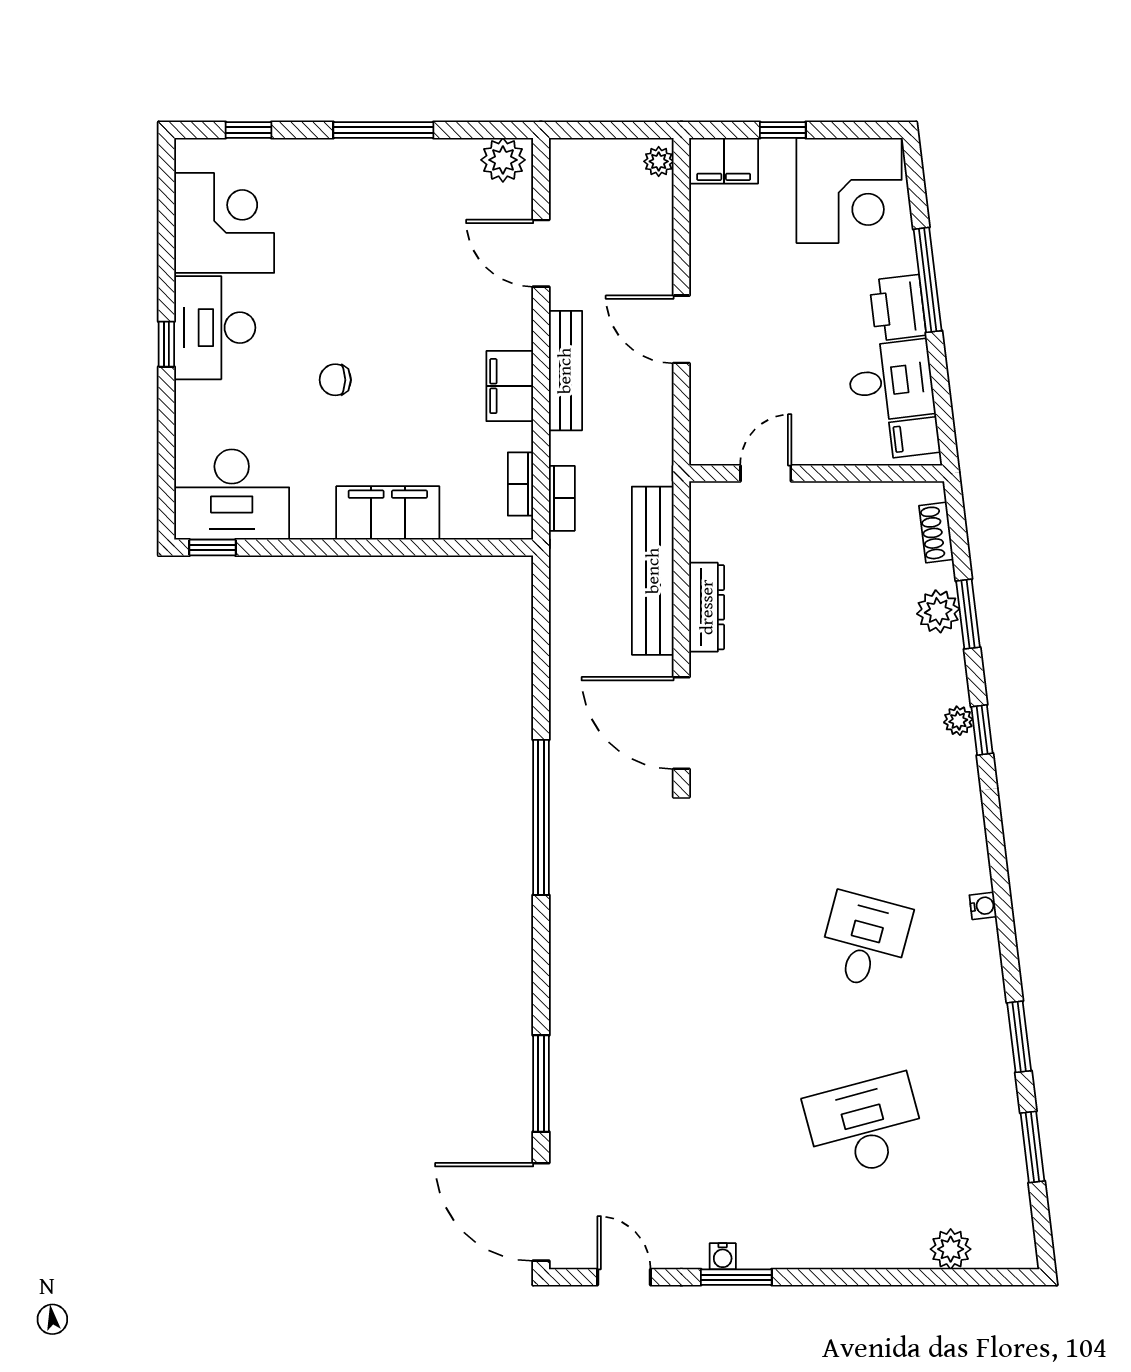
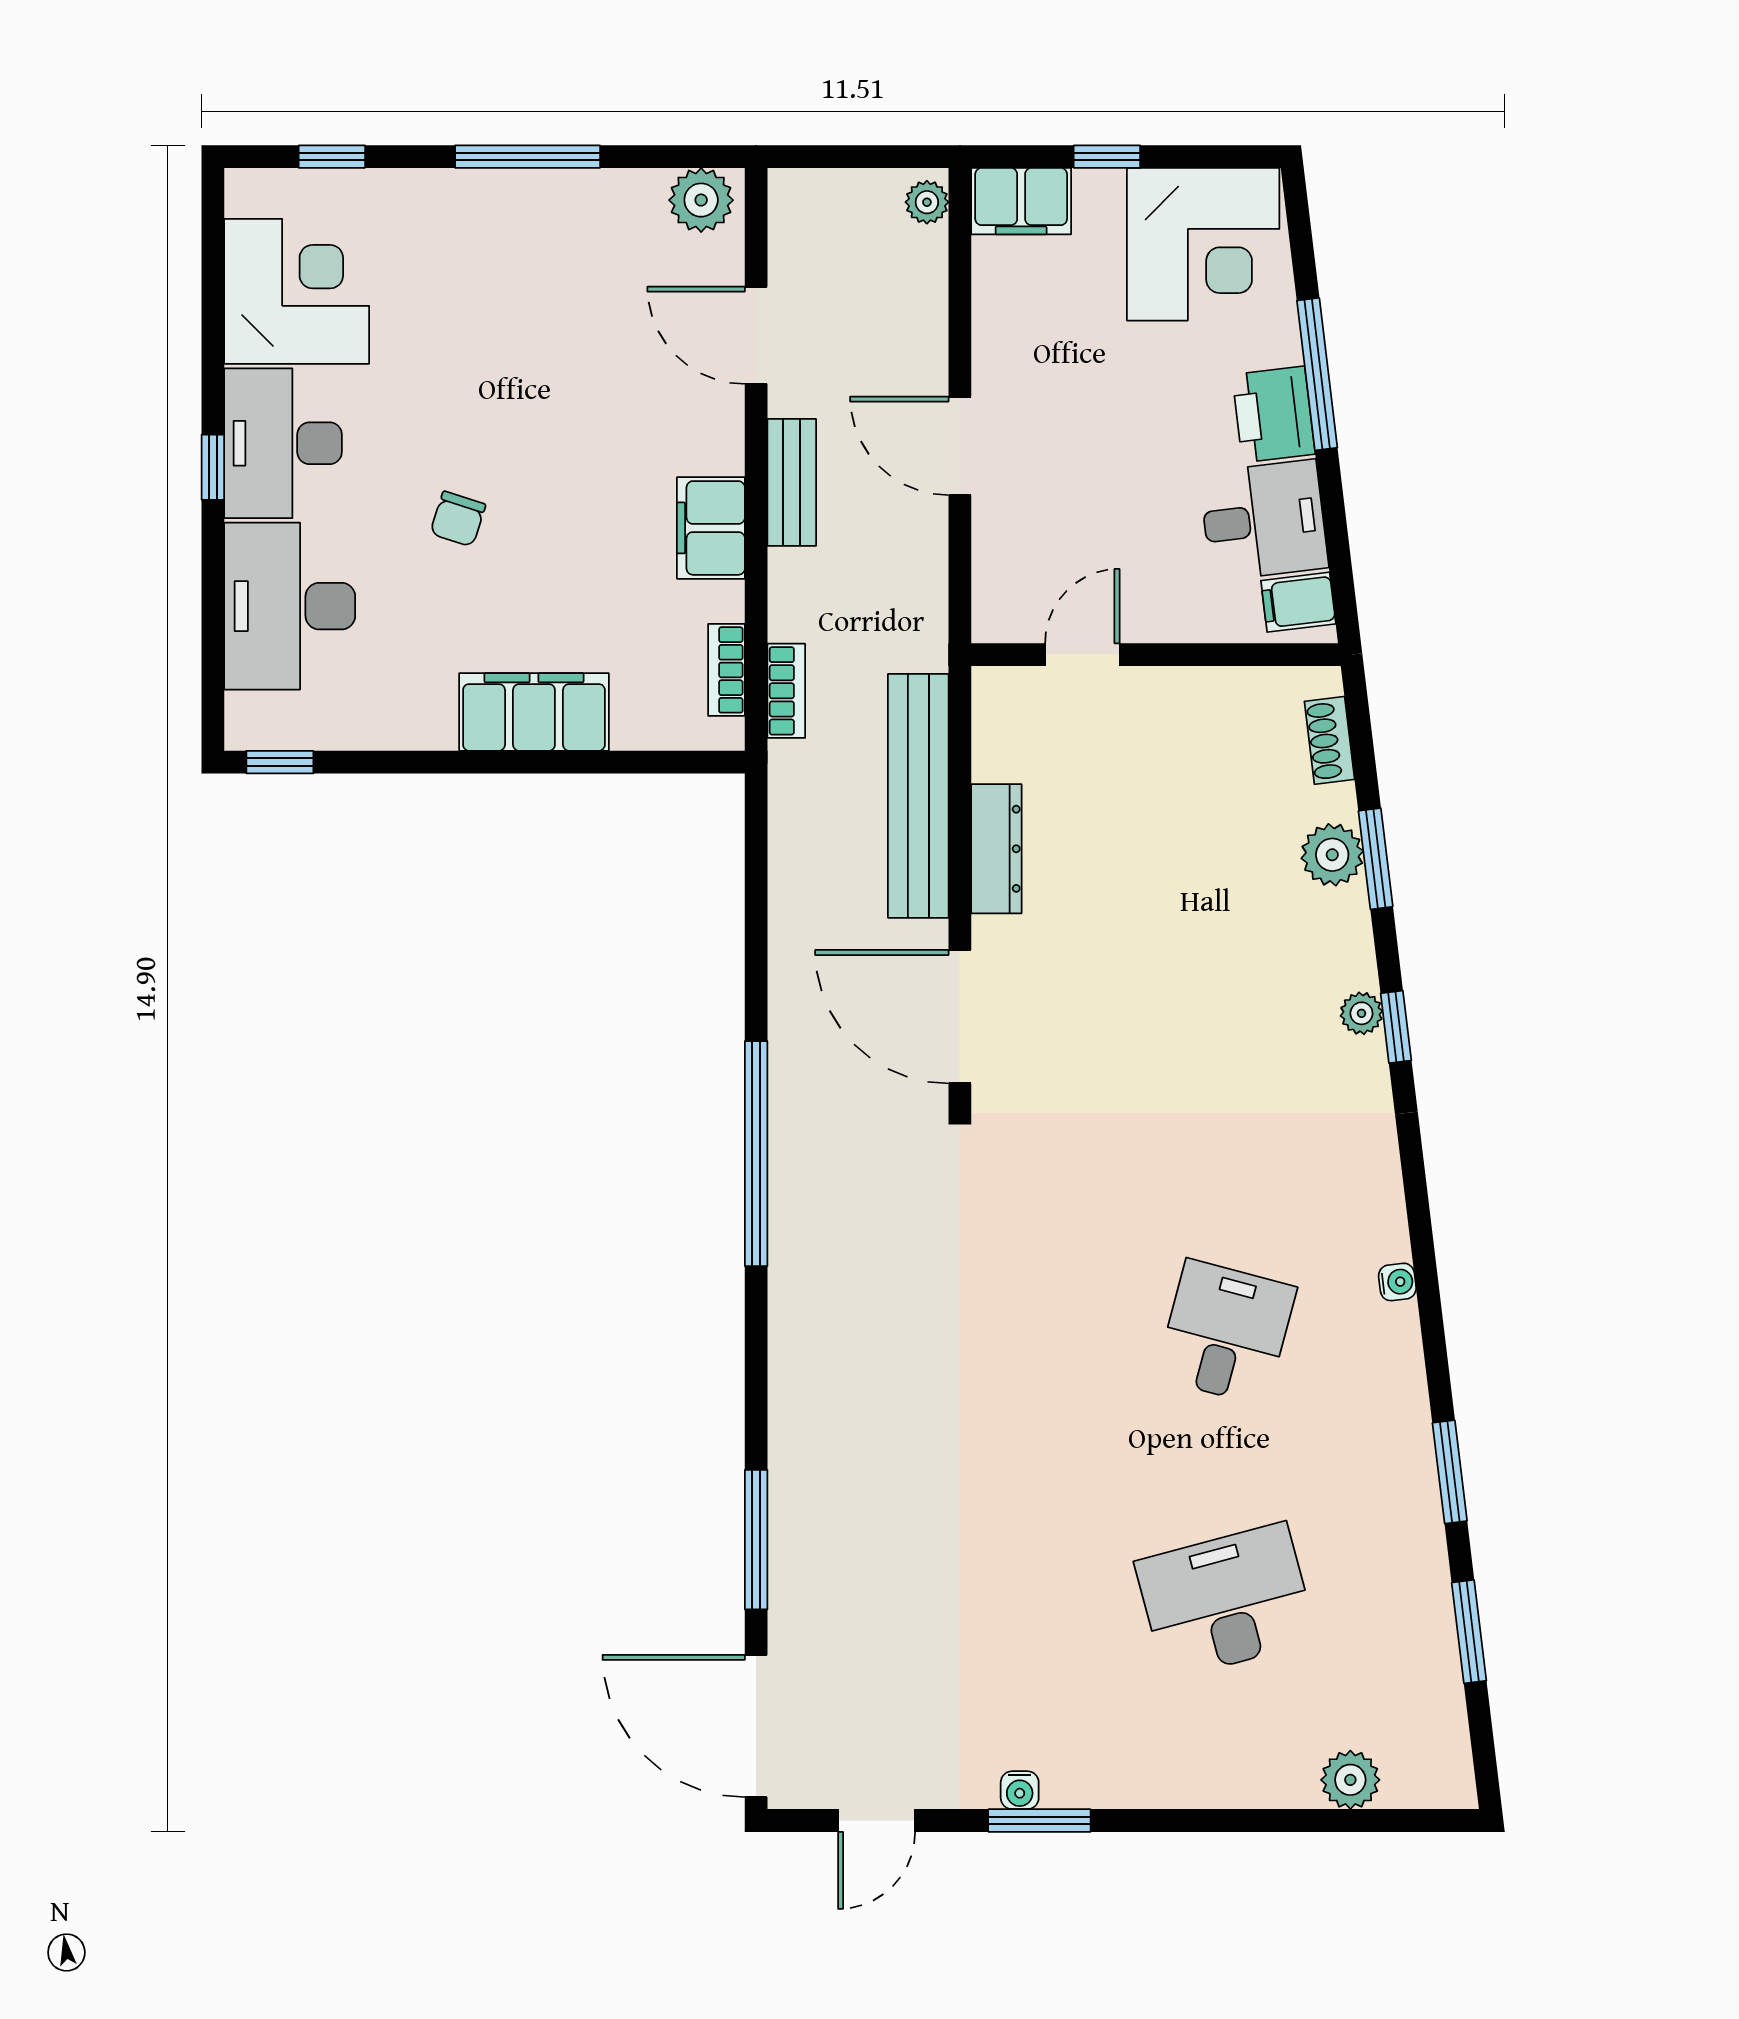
bench: (565, 371) -> (792, 482), width x0.73
chair: (335, 380) -> (458, 519), turned -72
desk: (232, 495) -> (290, 606), moved, turned 90
door: (624, 1277) -> (877, 1820), swing flipped

